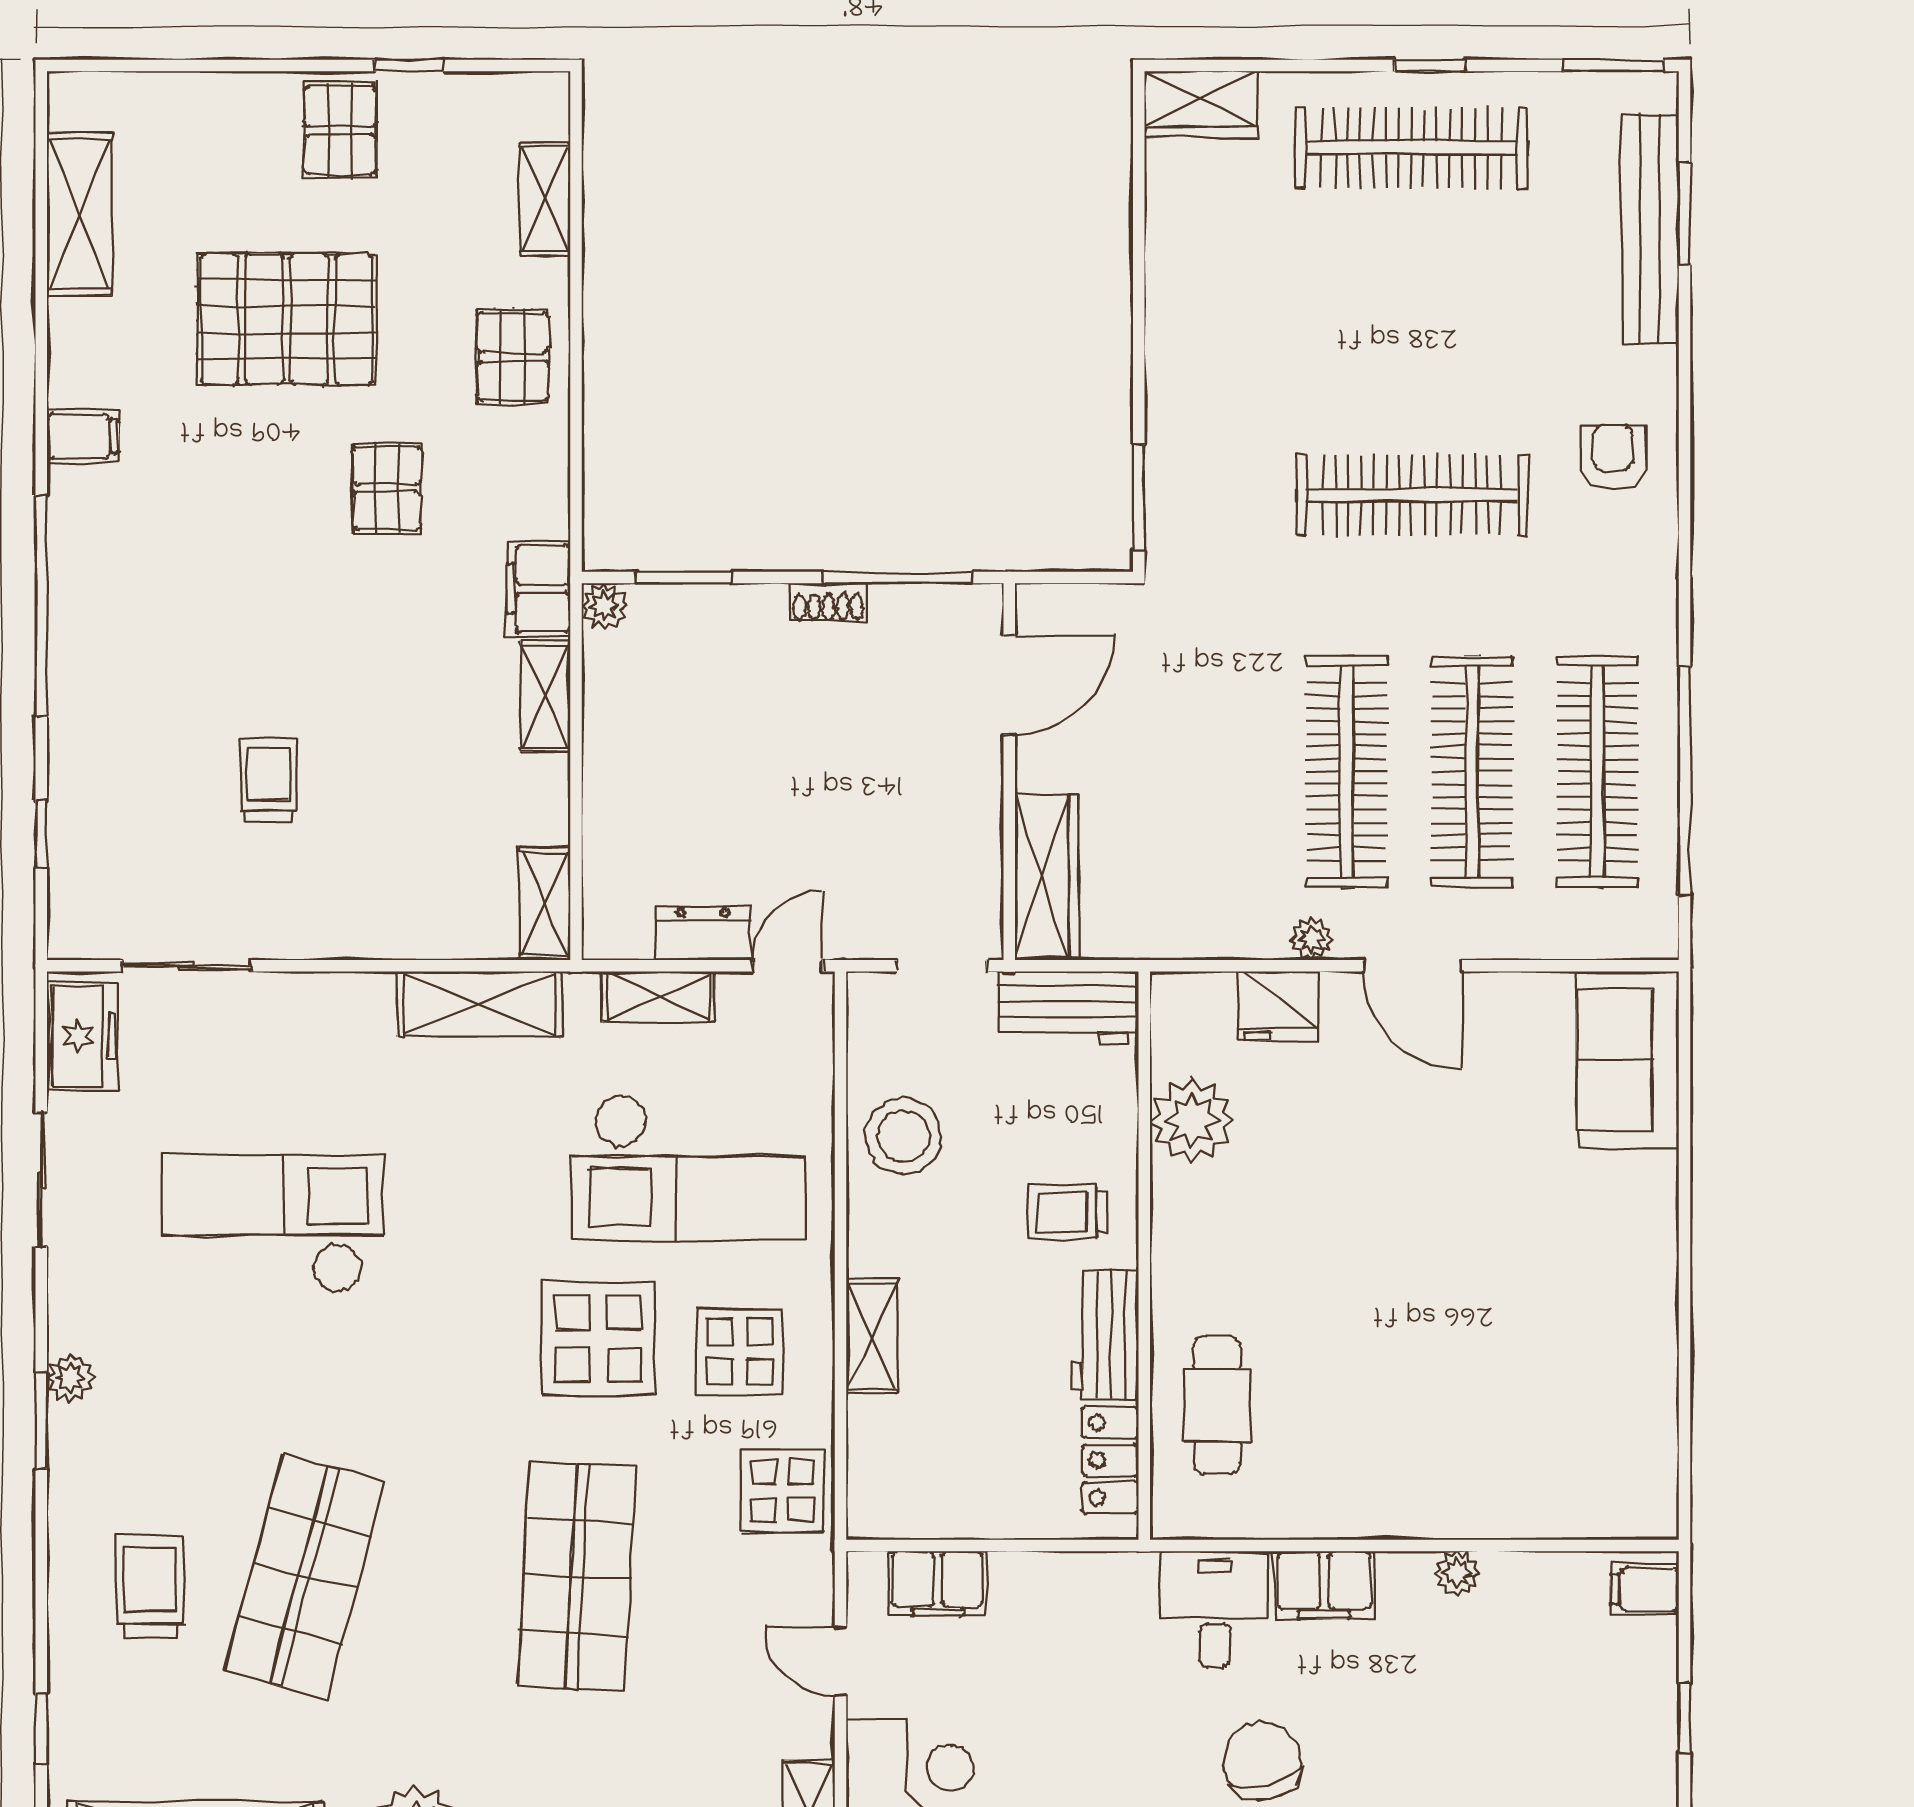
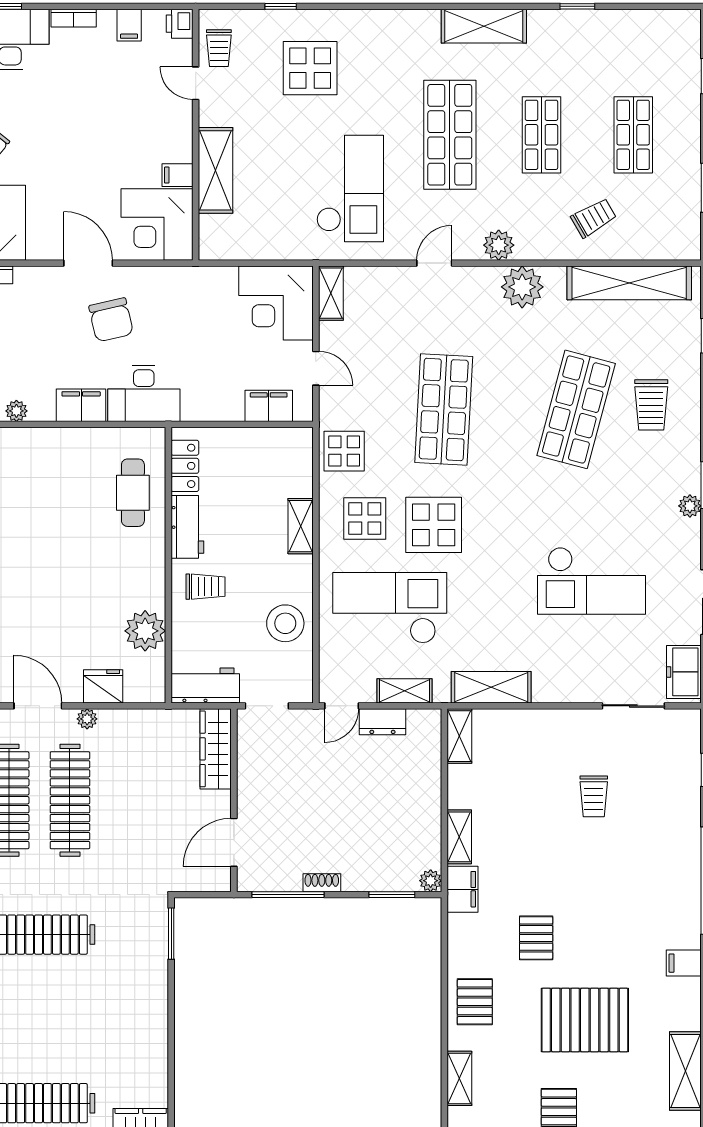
desk: (1215, 1609) -> (144, 393), width x1.37

